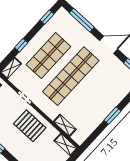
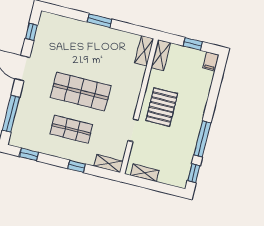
shop shelf: (48, 56) -> (71, 129), width x0.70, depth x0.74
shop shelf: (71, 76) -> (81, 92), width x0.71
shelving: (65, 125) -> (144, 51), moved

